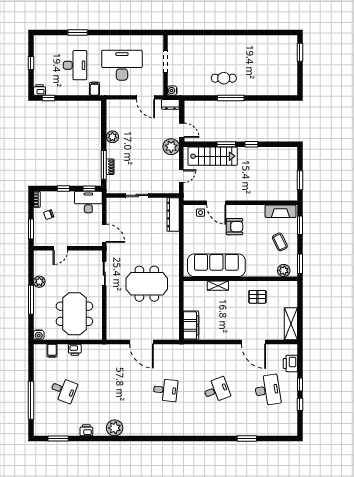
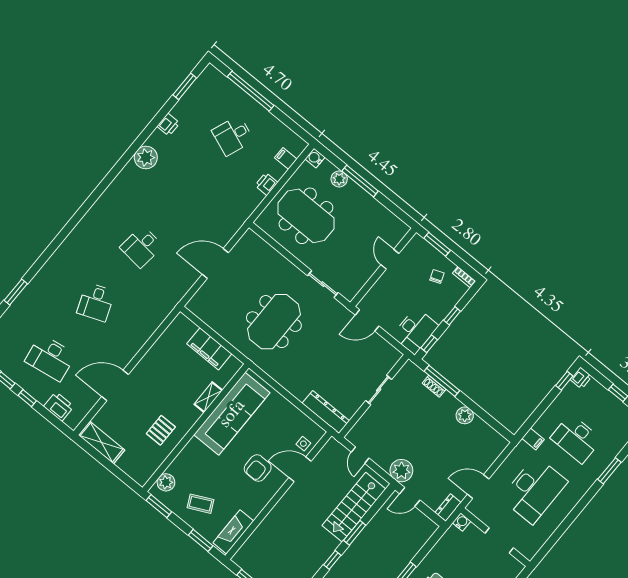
plant: (39, 282) -> (339, 179), moved
filing cabinet: (191, 325) -> (209, 349), moved

